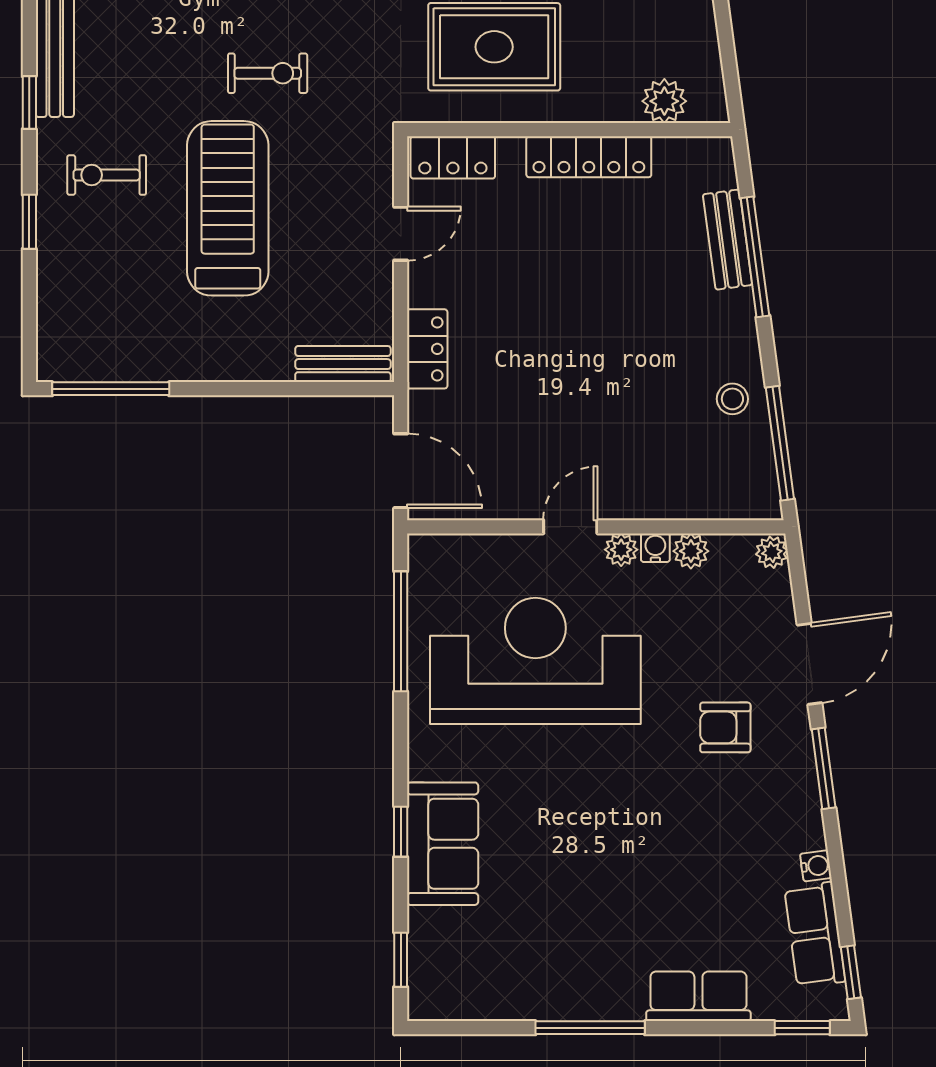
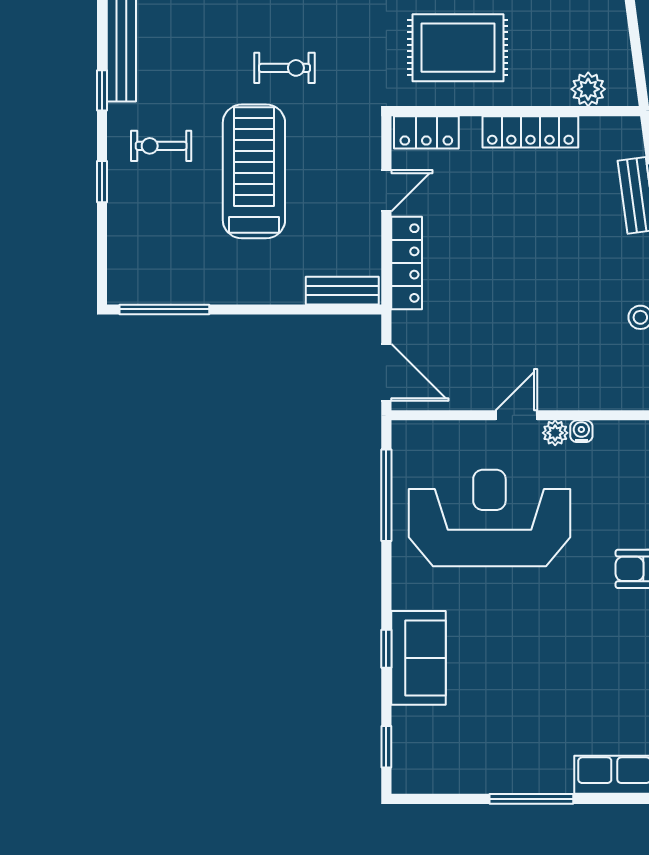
locker: (427, 349) -> (407, 263), width x1.53
plant: (691, 551) -> (609, 434), removed

